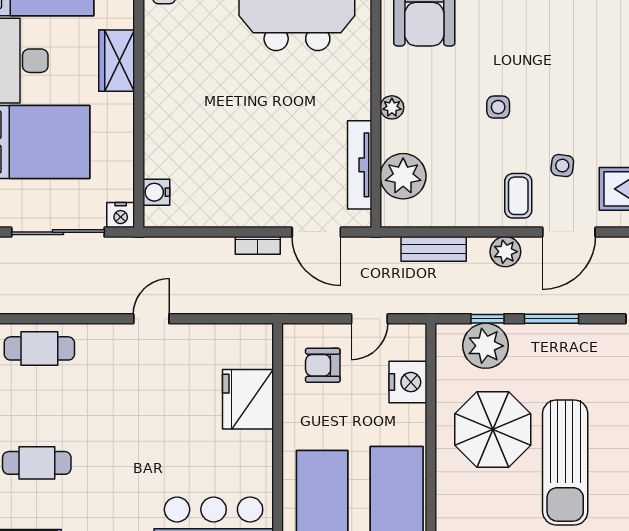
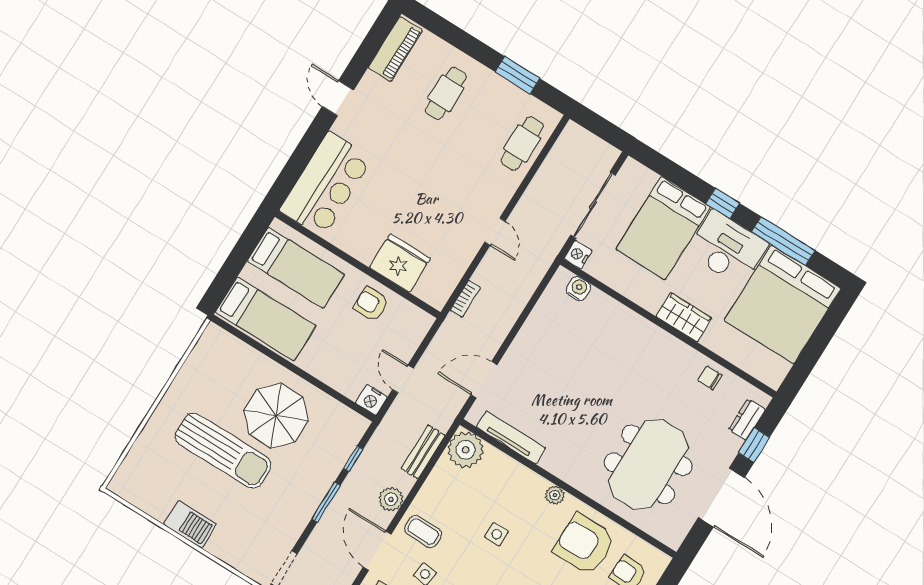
plant: (392, 107) -> (555, 495), moved
side table: (498, 107) -> (497, 534), moved
plant: (403, 176) -> (466, 450), moved
bookcase: (258, 245) -> (465, 299), moved, turned 180
plant: (486, 346) -> (336, 446), removed
armchair: (323, 365) -> (371, 304), moved, turned -90
nightstand: (408, 382) -> (371, 400), moved, width x0.74, depth x0.75
sun lounger: (565, 463) -> (223, 451), turned 180

